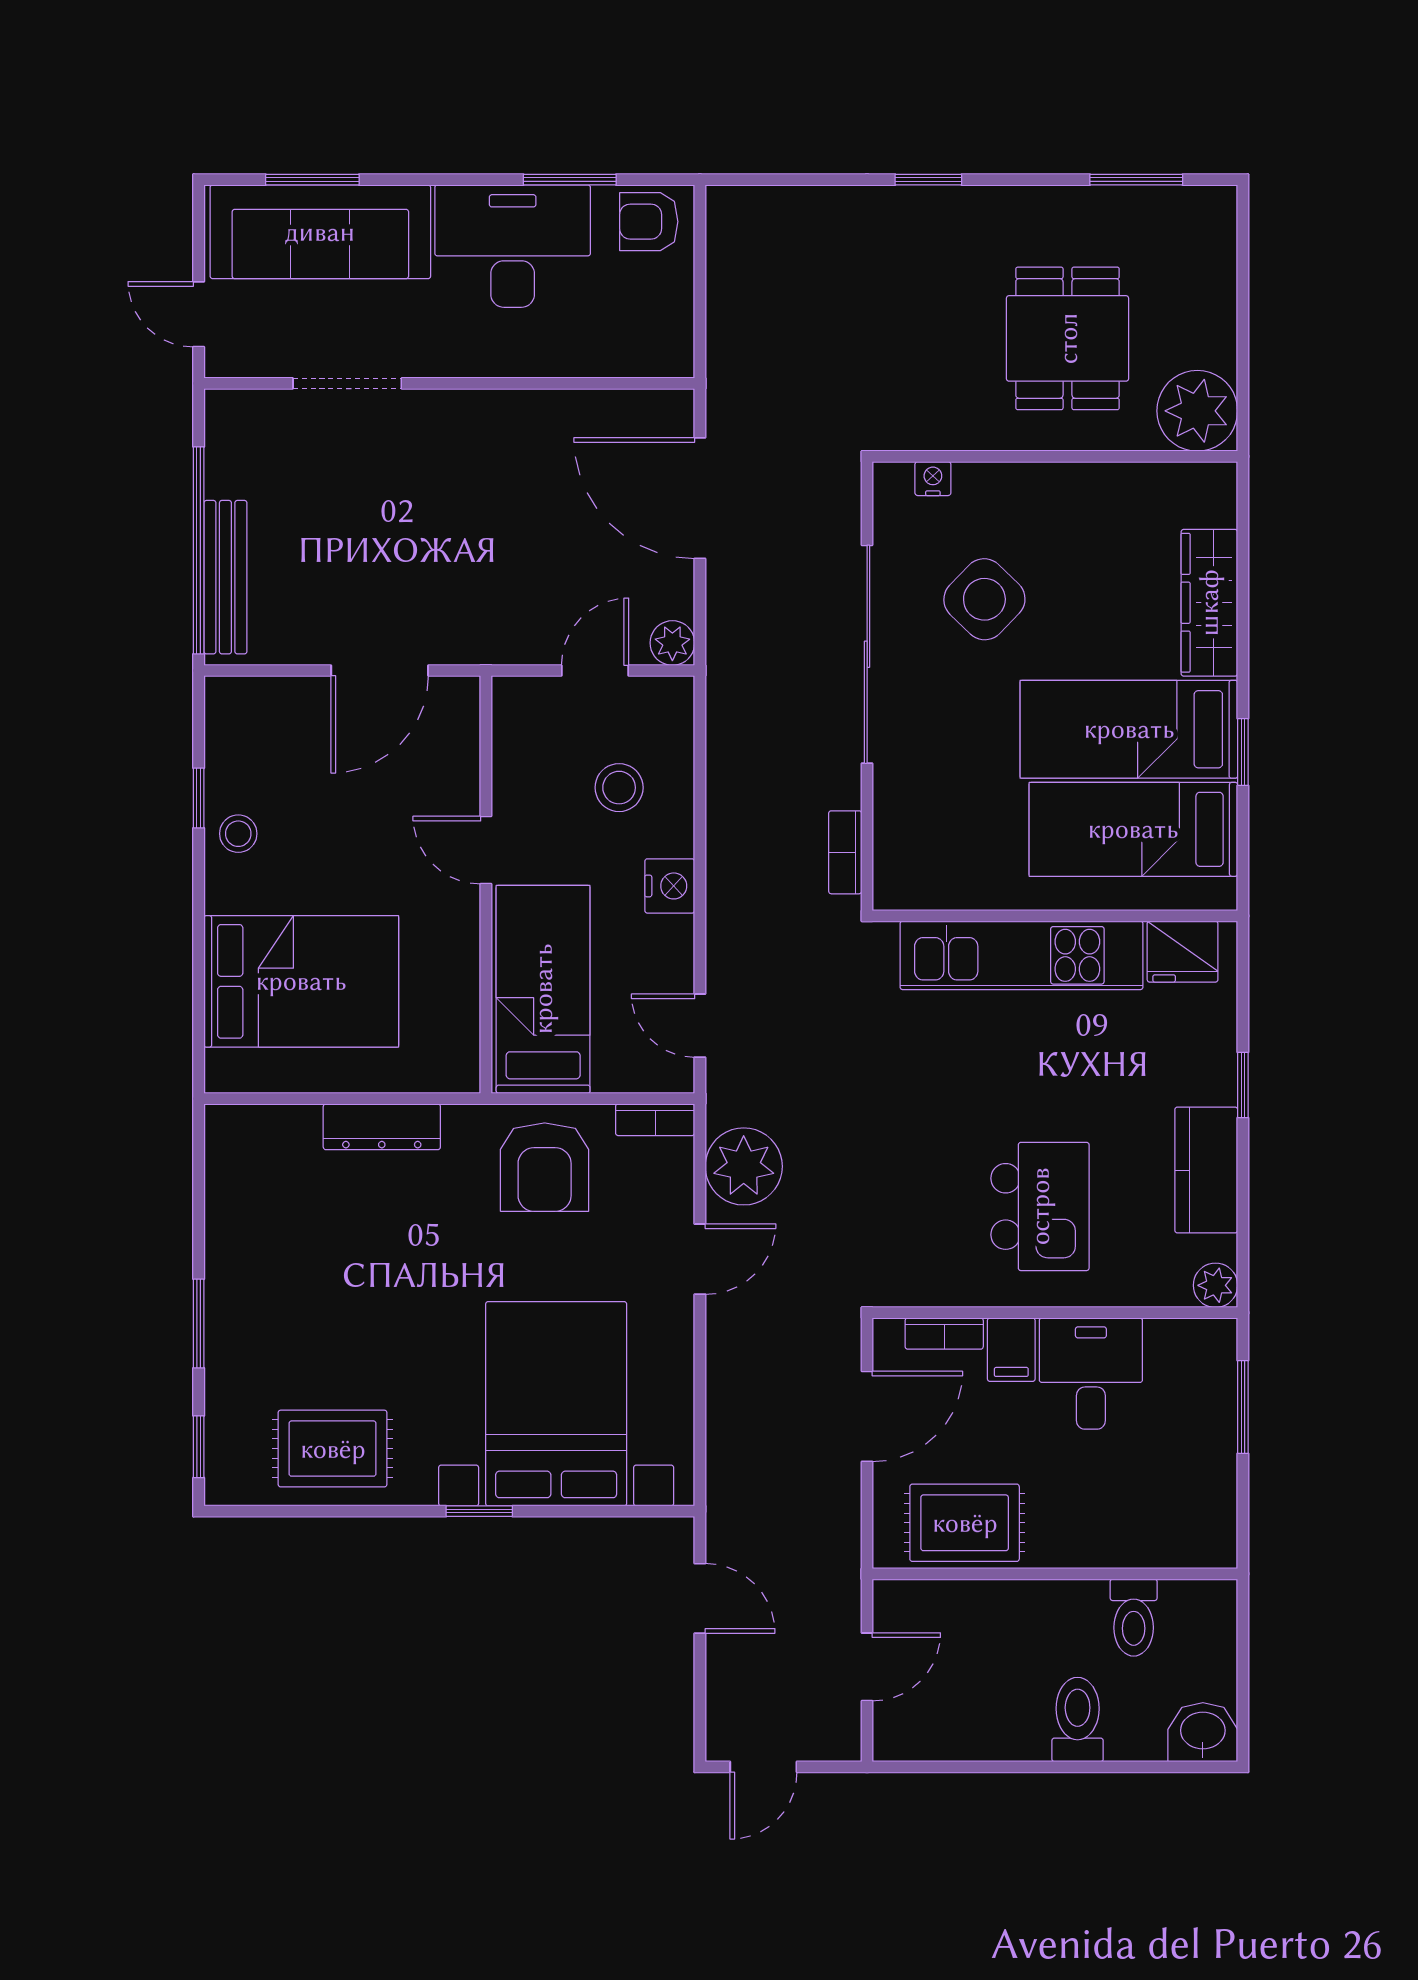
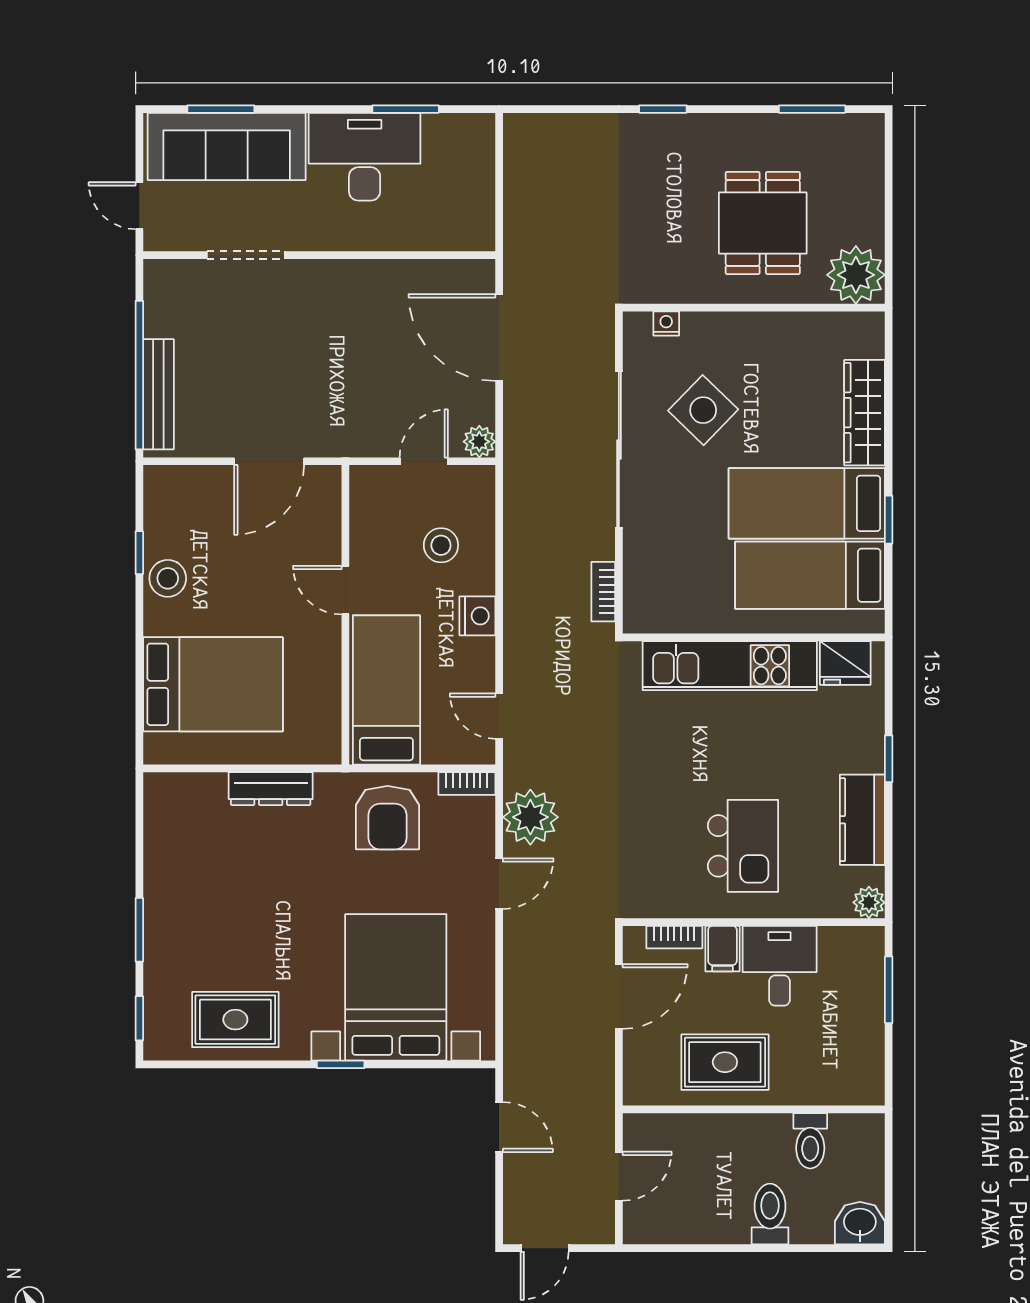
armchair: (649, 222) -> (462, 139), removed
stool: (238, 834) -> (168, 578), width x1.37, depth x1.37
rug: (965, 1523) -> (725, 1062), moved

